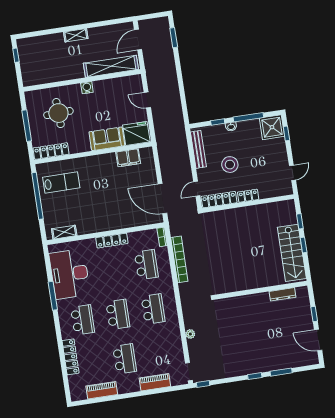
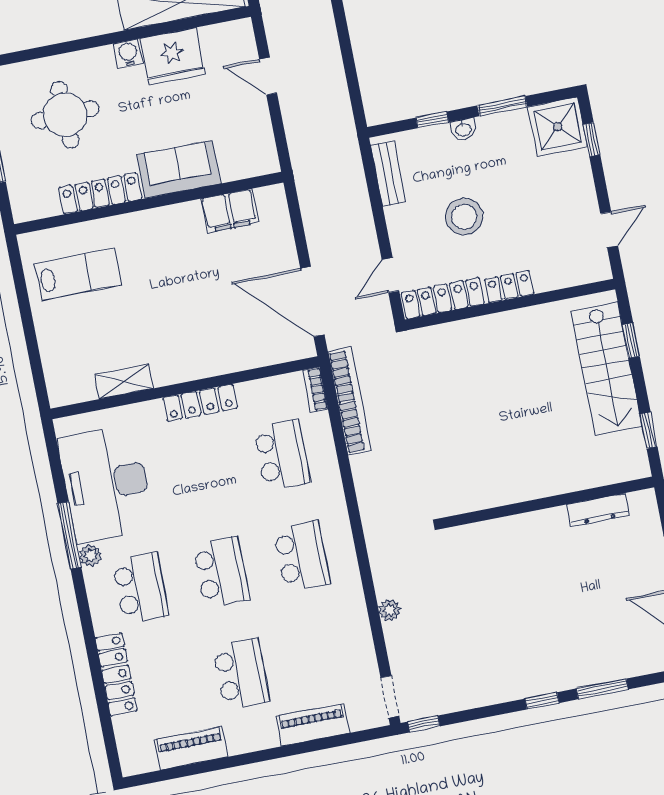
window: (248, 117) -> (502, 106), width x0.69
fridge: (136, 133) -> (173, 56), moved, turned 180
bench: (198, 149) -> (388, 174), width x0.73
locker: (51, 151) -> (100, 193), moved
window: (37, 196) -> (25, 307), removed
shelving: (64, 232) -> (124, 381), moved
window: (304, 245) -> (649, 430), moved
stairs: (292, 253) -> (607, 369), moved
bookcase: (179, 259) -> (350, 401), moved
plant: (62, 305) -> (91, 556), added

